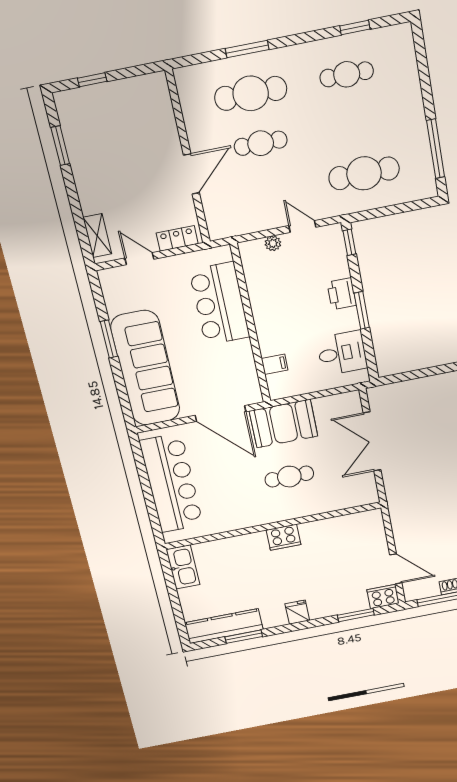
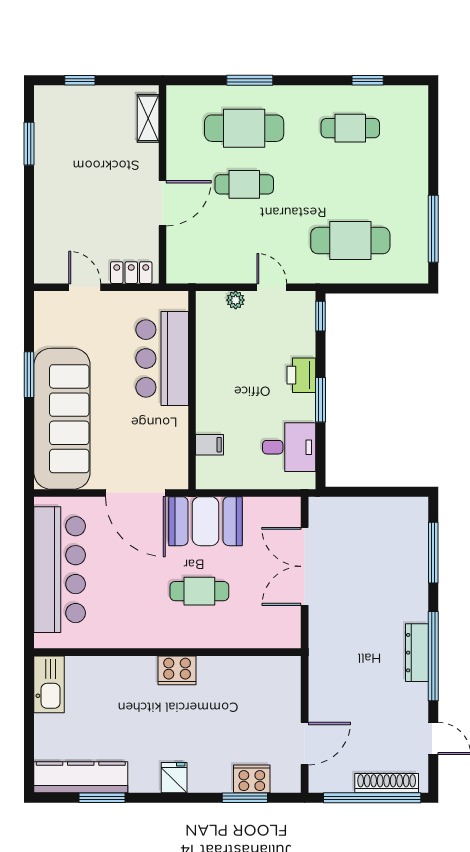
shelving: (97, 236) -> (148, 118), moved
door: (396, 569) -> (305, 744), hinge flipped
cooker: (383, 596) -> (252, 779), moved

